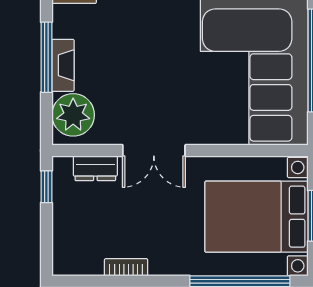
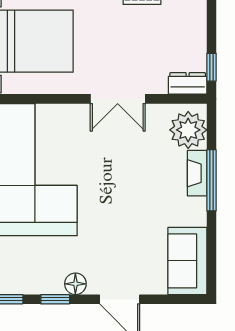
double door: (154, 150) -> (118, 99), swing flipped
dresser: (95, 168) -> (188, 83), moved

